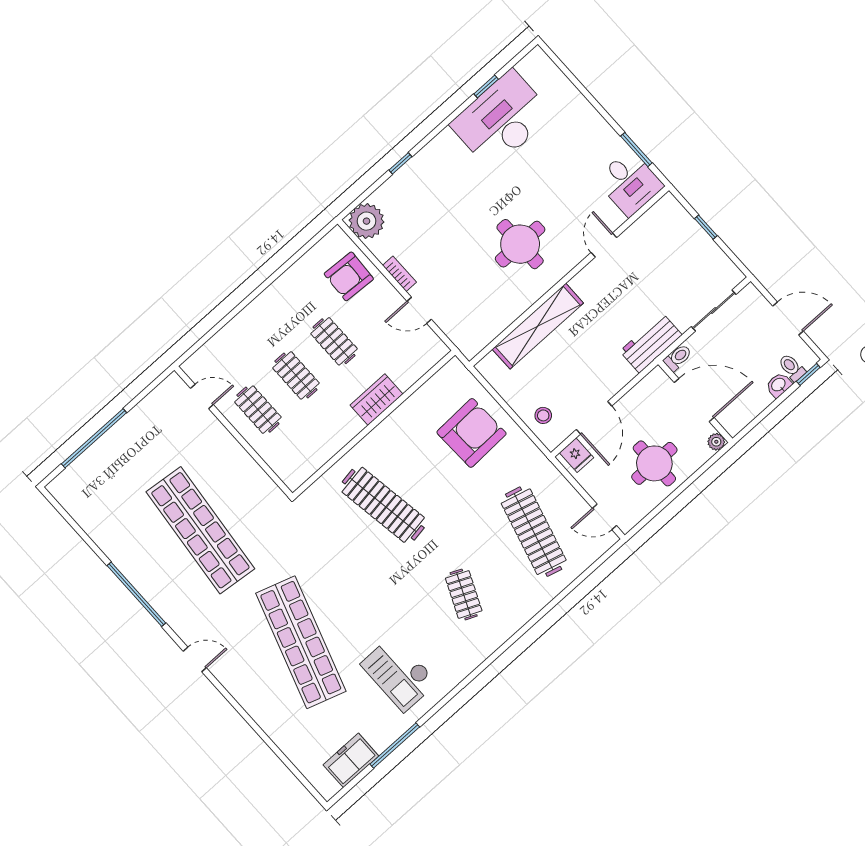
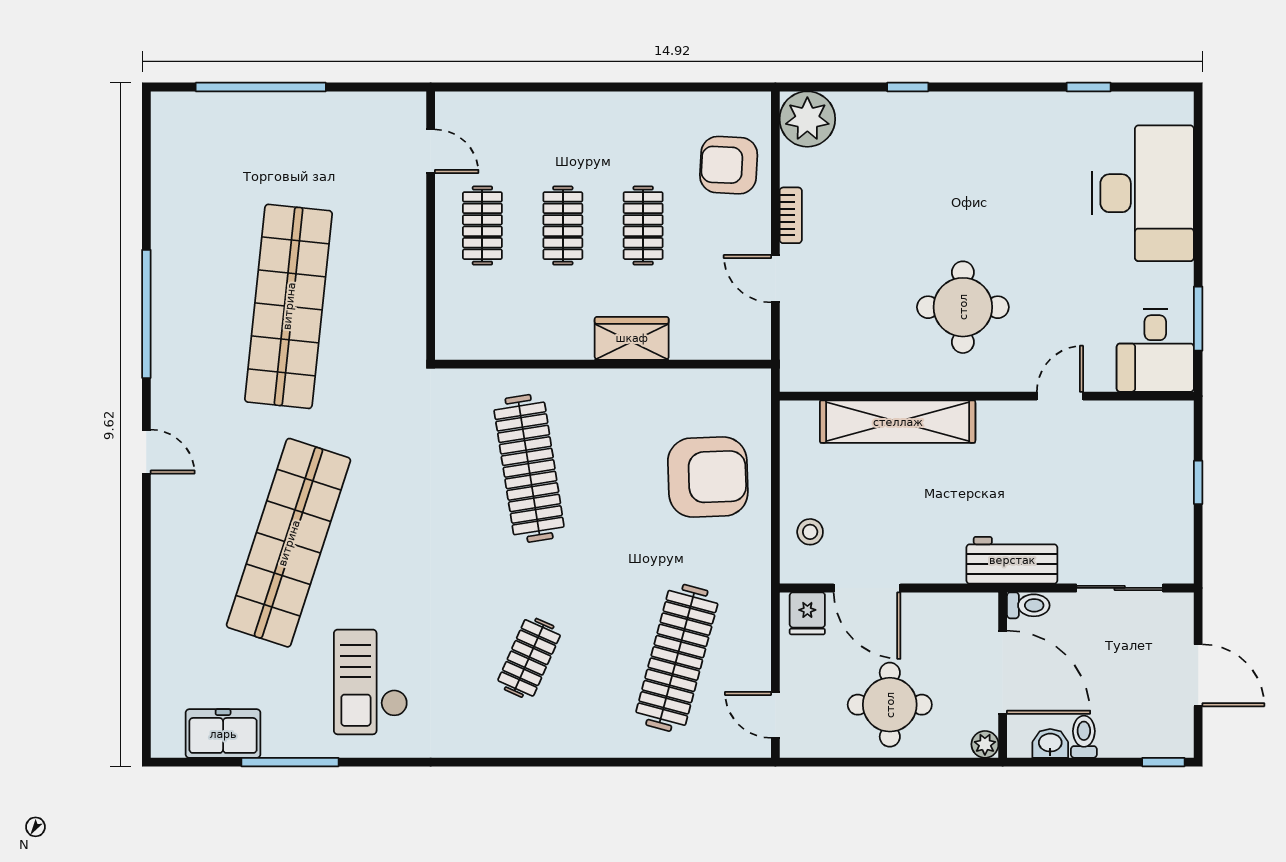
desk: (502, 120) -> (1143, 193), moved, turned 90
toilet: (792, 368) -> (1084, 737), moved
washbasin: (779, 385) -> (1050, 743), moved
door: (594, 418) -> (867, 588), hinge flipped

